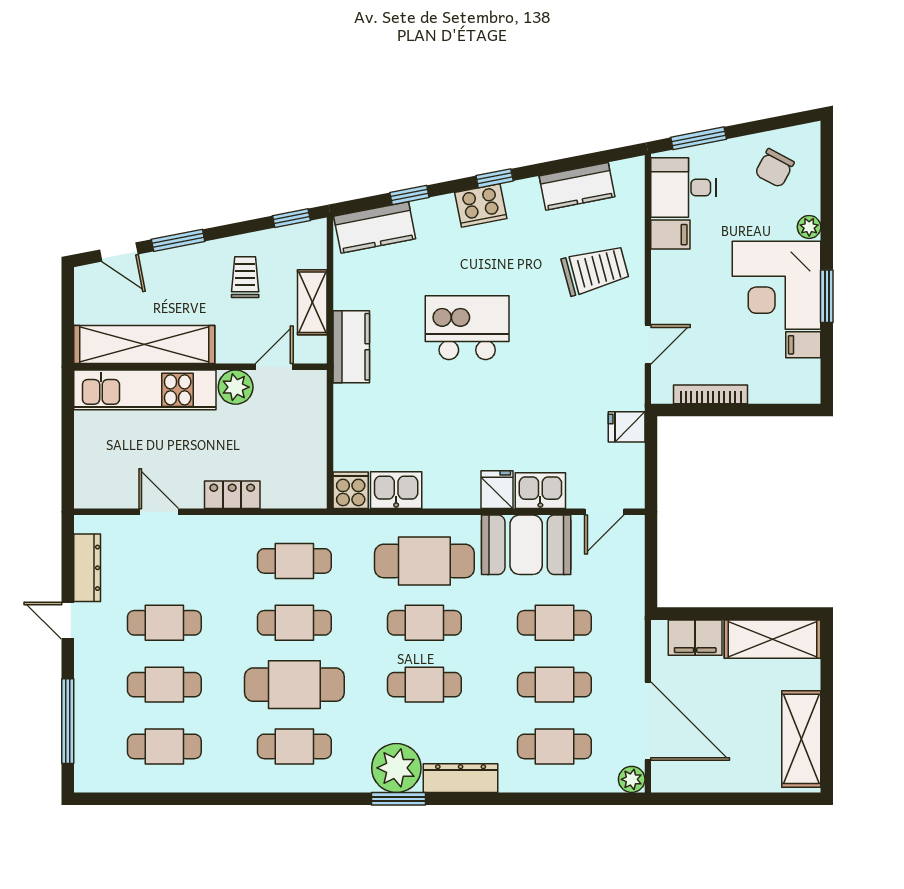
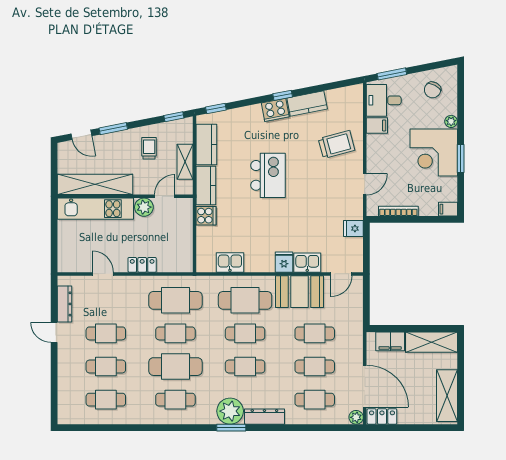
kitchen counter: (577, 186) -> (307, 104), moved
window: (409, 195) -> (216, 108), moved
kitchen counter: (375, 227) -> (206, 145), moved, turned -79
kitchen island: (467, 328) -> (268, 175), turned 90
filing cabinet: (803, 345) -> (448, 209), moved
cooker: (351, 490) -> (206, 216), moved, turned 90
cafe table: (294, 561) -> (175, 300), width x1.37, depth x1.35
window: (68, 721) -> (54, 386), removed
locker: (680, 778) -> (382, 416), added

